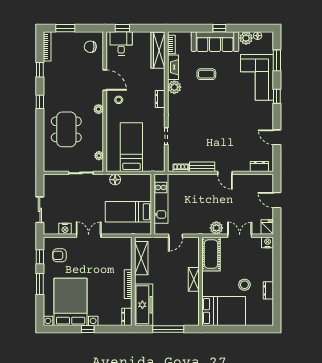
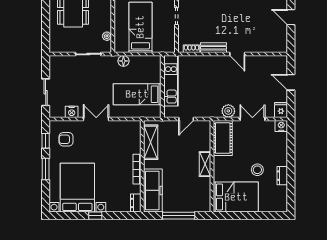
dresser: (259, 166) -> (273, 47), removed

